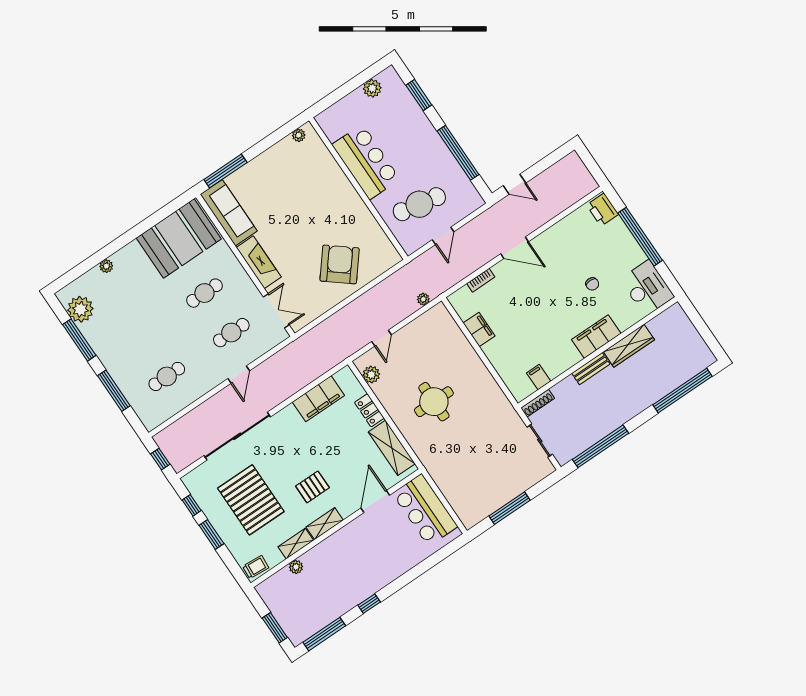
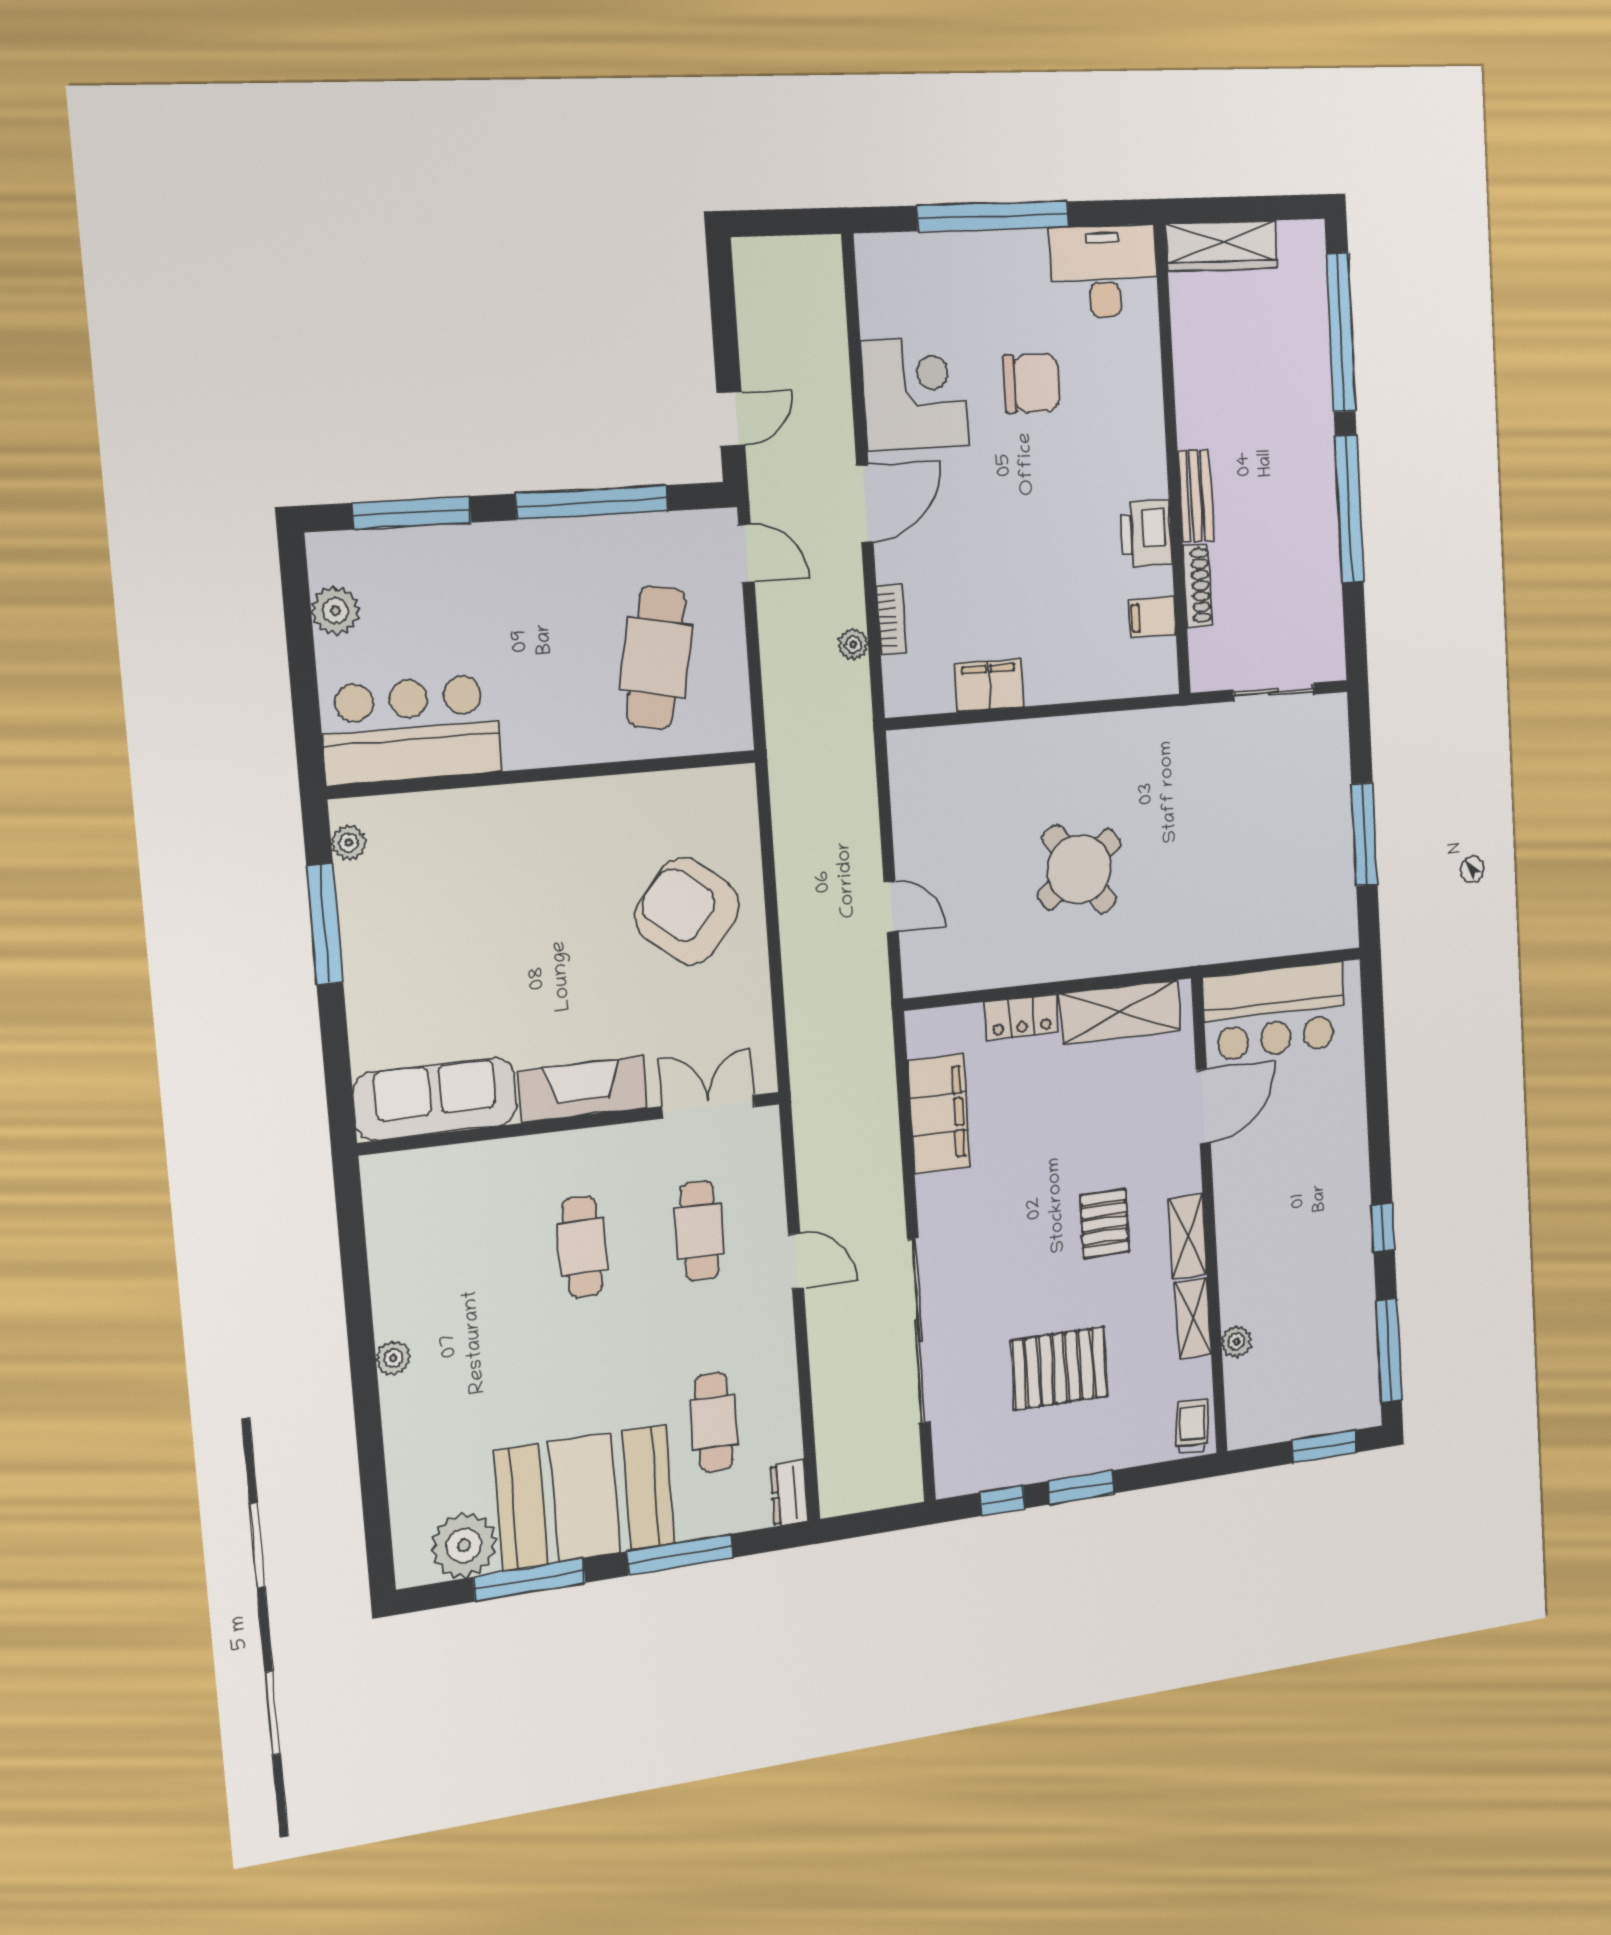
window: (419, 95) -> (412, 513), width x1.44
bar counter: (366, 162) -> (411, 730), moved
window: (225, 171) -> (325, 924), moved
printer: (603, 210) -> (1146, 534), moved, turned 90
door: (443, 236) -> (747, 554), moved
booth: (179, 238) -> (585, 1497), moved, turned 90
corner desk: (563, 244) -> (915, 393), added
plant: (106, 266) -> (393, 1358), moved
chair: (592, 284) -> (1031, 383), width x1.87, depth x1.87
plant: (423, 299) -> (853, 644), moved
filing cabinet: (596, 337) -> (1140, 443), removed
wardrobe: (629, 346) -> (1222, 246), moved, turned 90
plant: (371, 375) -> (953, 972), removed
round table: (434, 402) -> (1079, 869), turned -36
shoe rack: (538, 403) -> (1197, 586), moved
dresser: (155, 420) -> (789, 1493), added
window: (601, 446) -> (1349, 509), moved
window: (160, 459) -> (875, 1522), removed
pallet: (251, 500) -> (1059, 1368), width x0.73, depth x0.71
door: (375, 502) -> (1203, 1107), swing flipped

